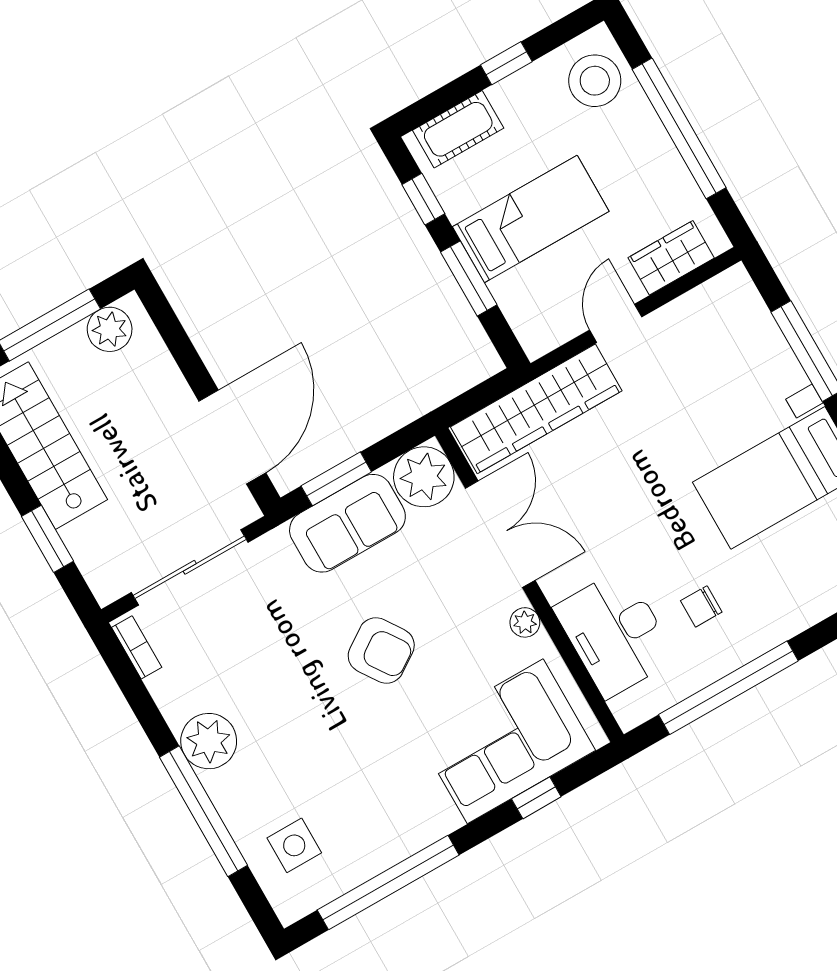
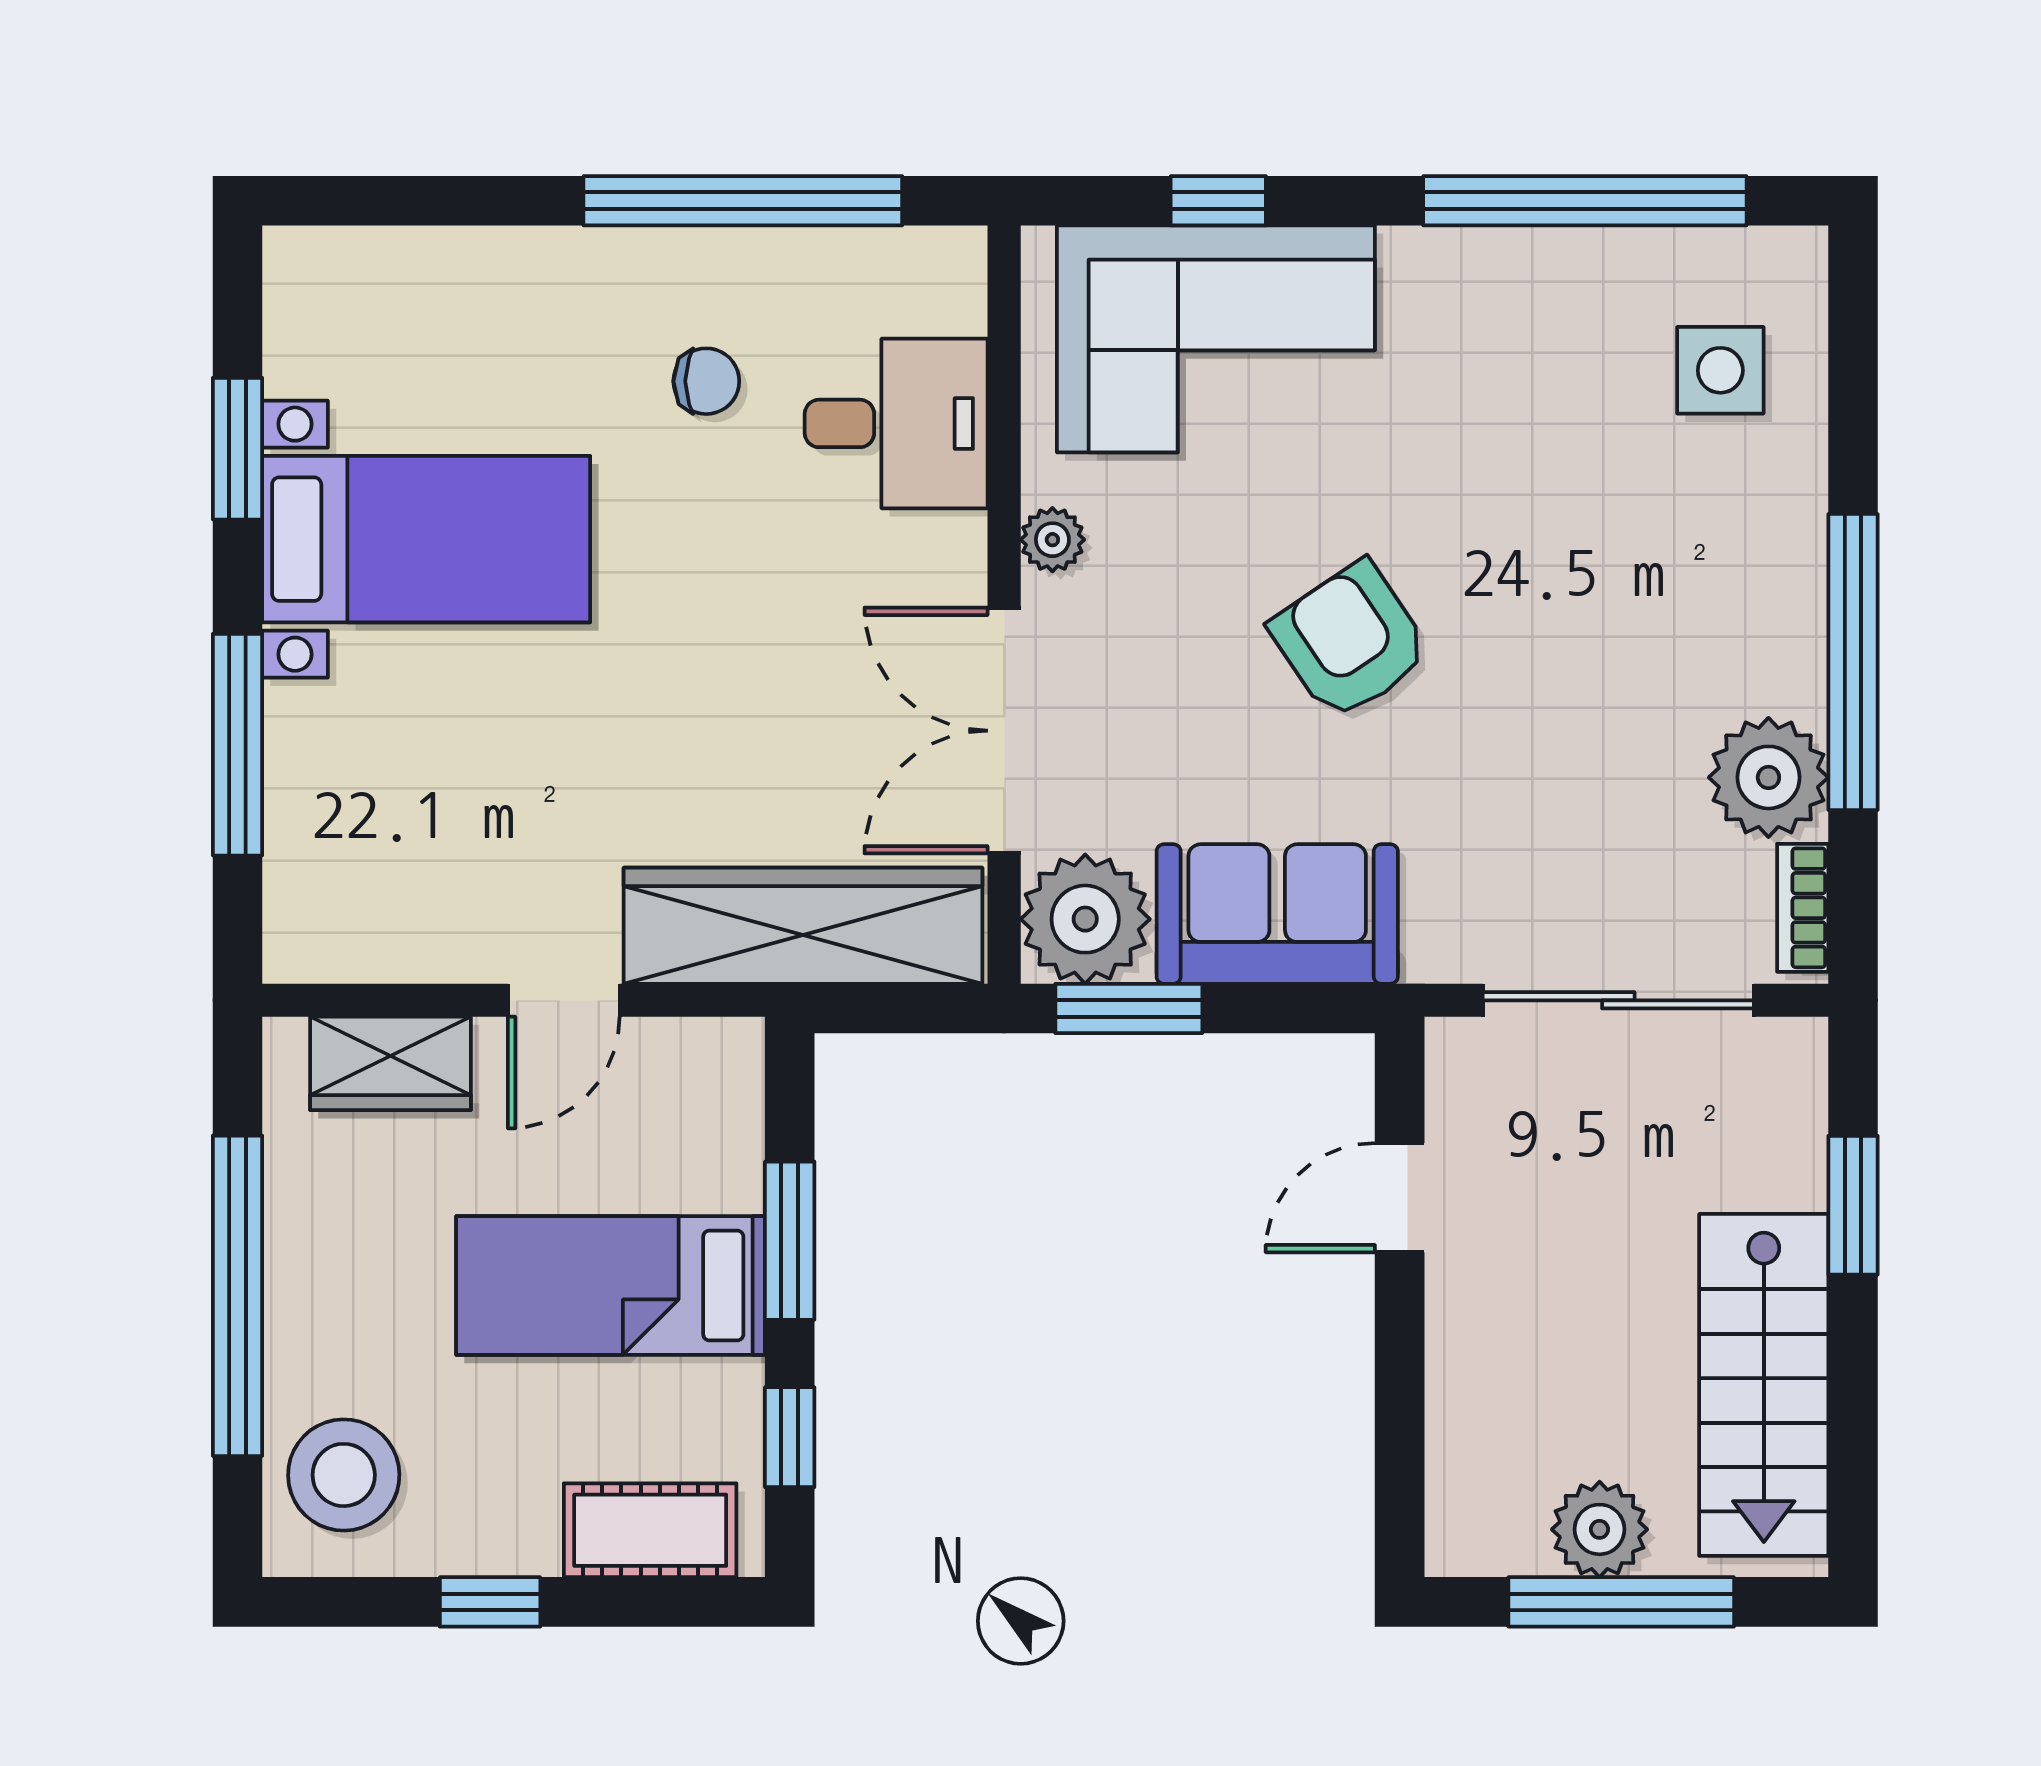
plant: (110, 329) -> (1600, 1529), moved
door: (232, 437) -> (1400, 1198), width x0.53
window: (336, 479) -> (1129, 1008), moved
desk: (615, 633) -> (896, 423), width x0.73
plant: (209, 741) -> (1768, 777), moved
window: (204, 811) -> (1853, 662), moved

